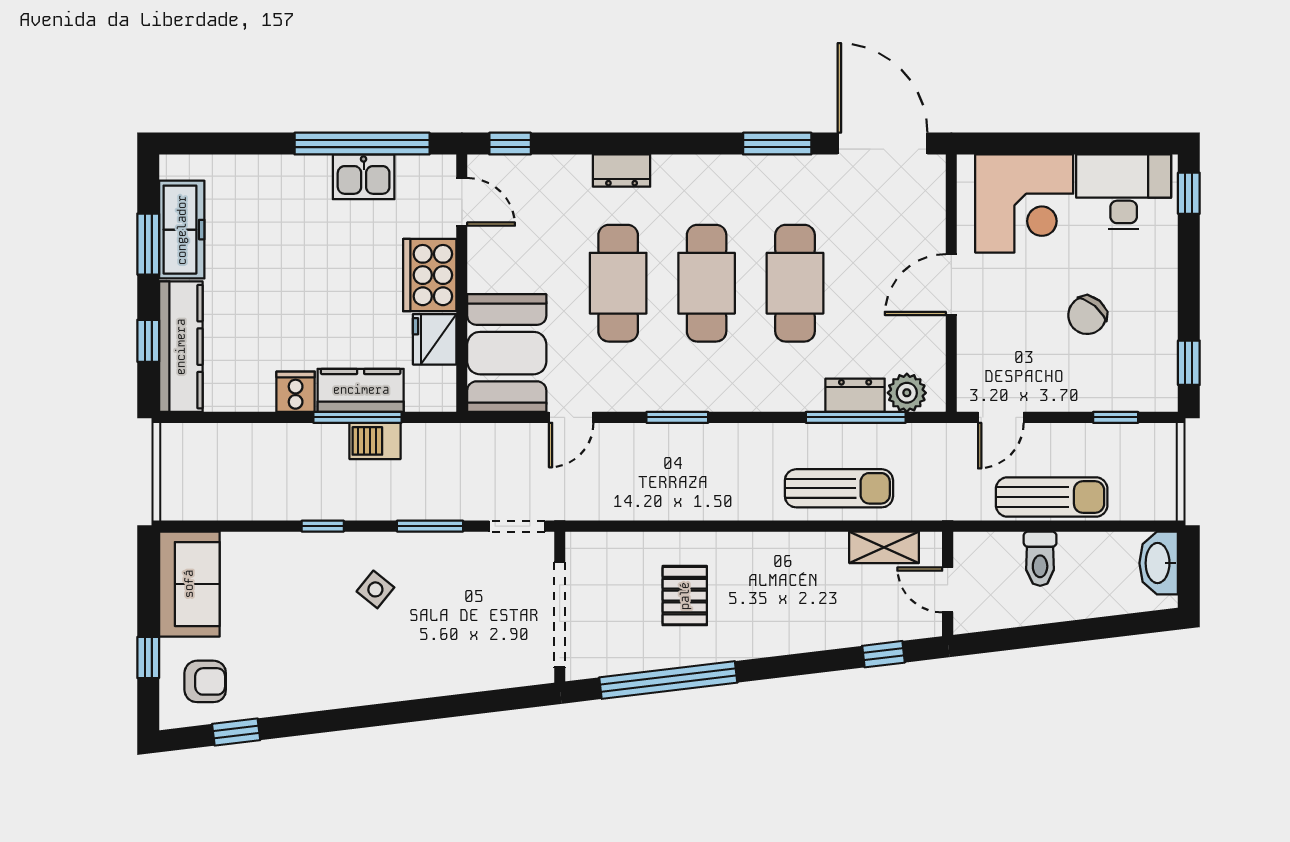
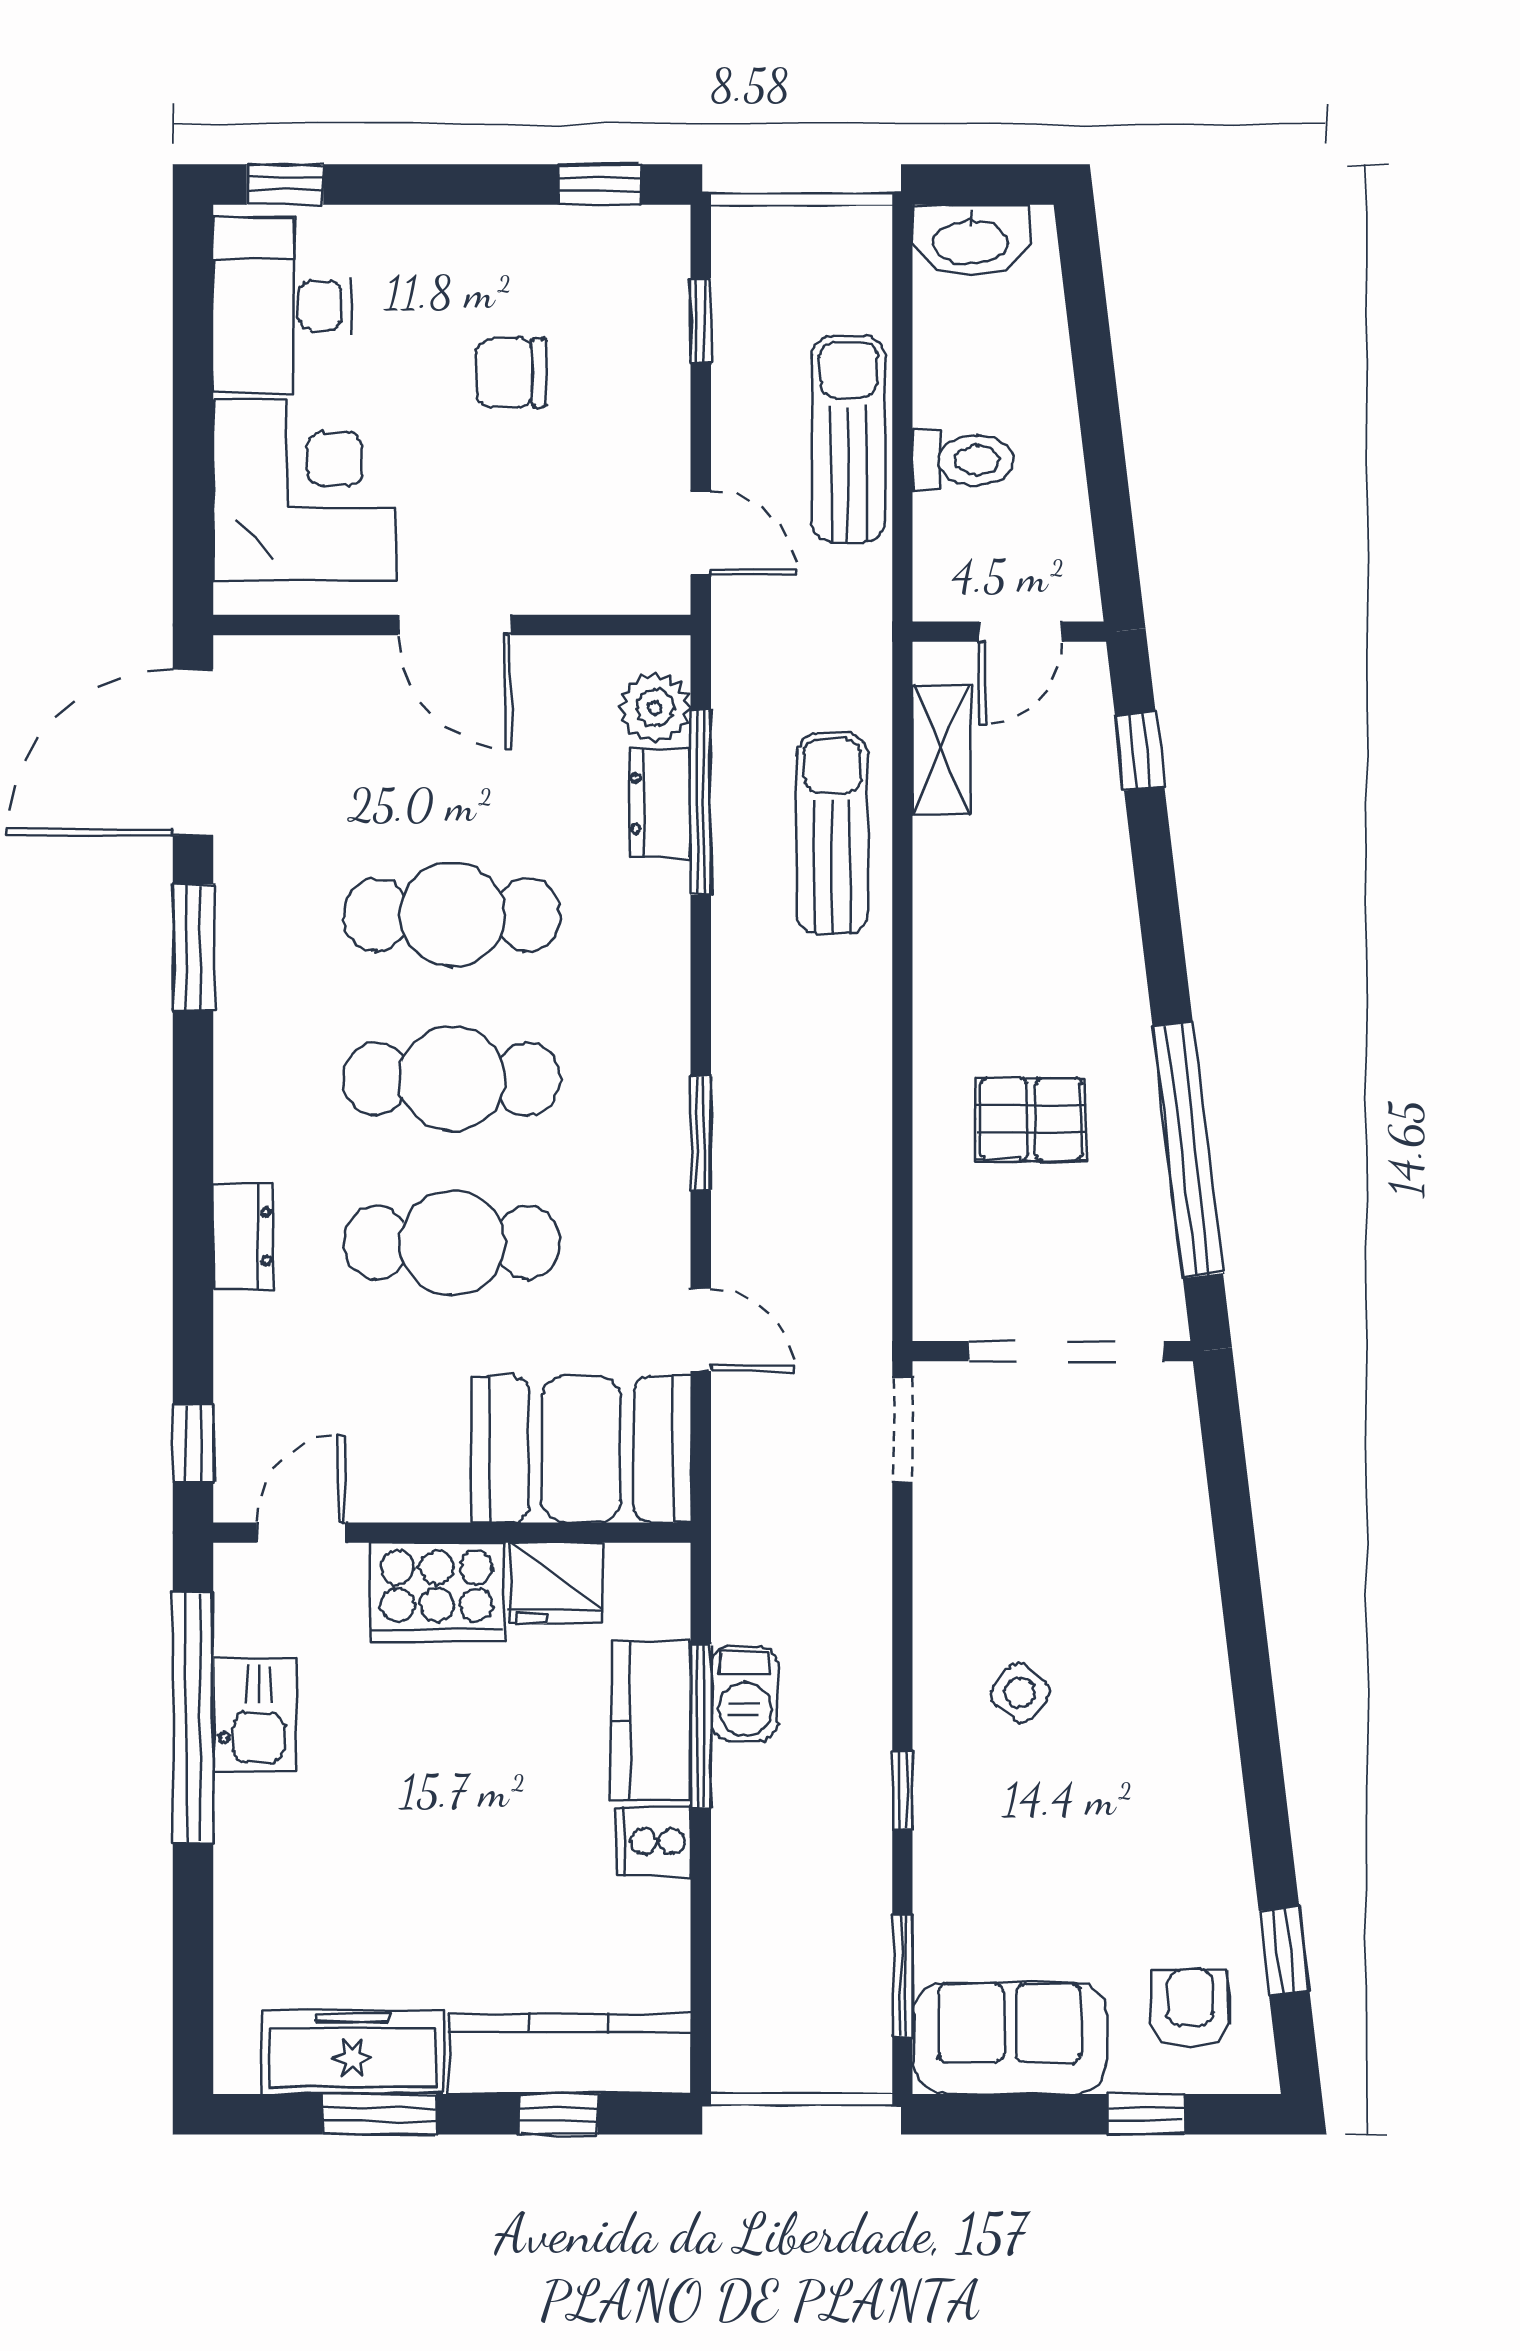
chair: (1087, 315) -> (511, 373), turned 140
window: (430, 526) -> (902, 1975), moved

